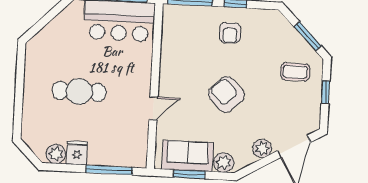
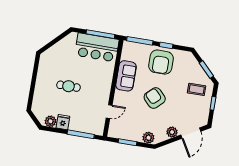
armchair: (230, 33) -> (161, 62), width x1.88, depth x1.88
cafe table: (79, 91) -> (68, 86), width x0.73, depth x0.74
door: (153, 108) -> (109, 112), moved
sofa: (188, 156) -> (126, 76), moved, turned 90

